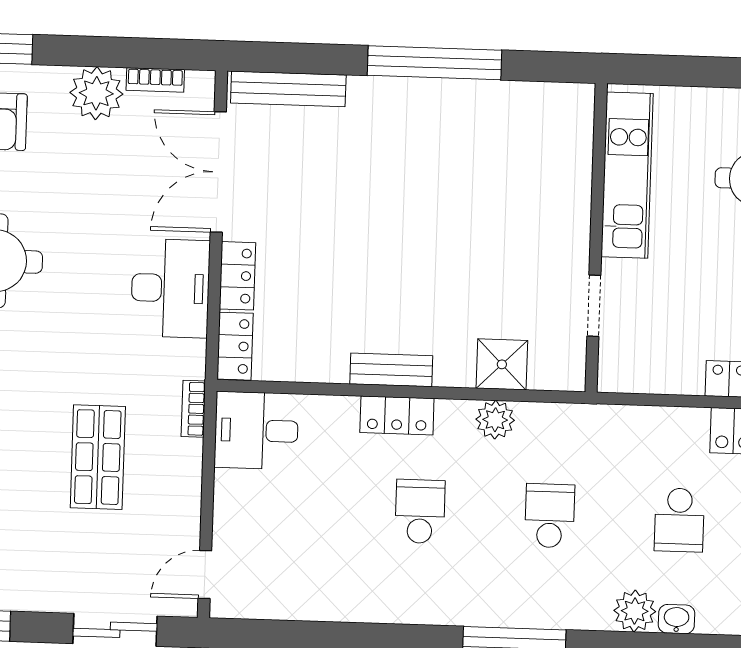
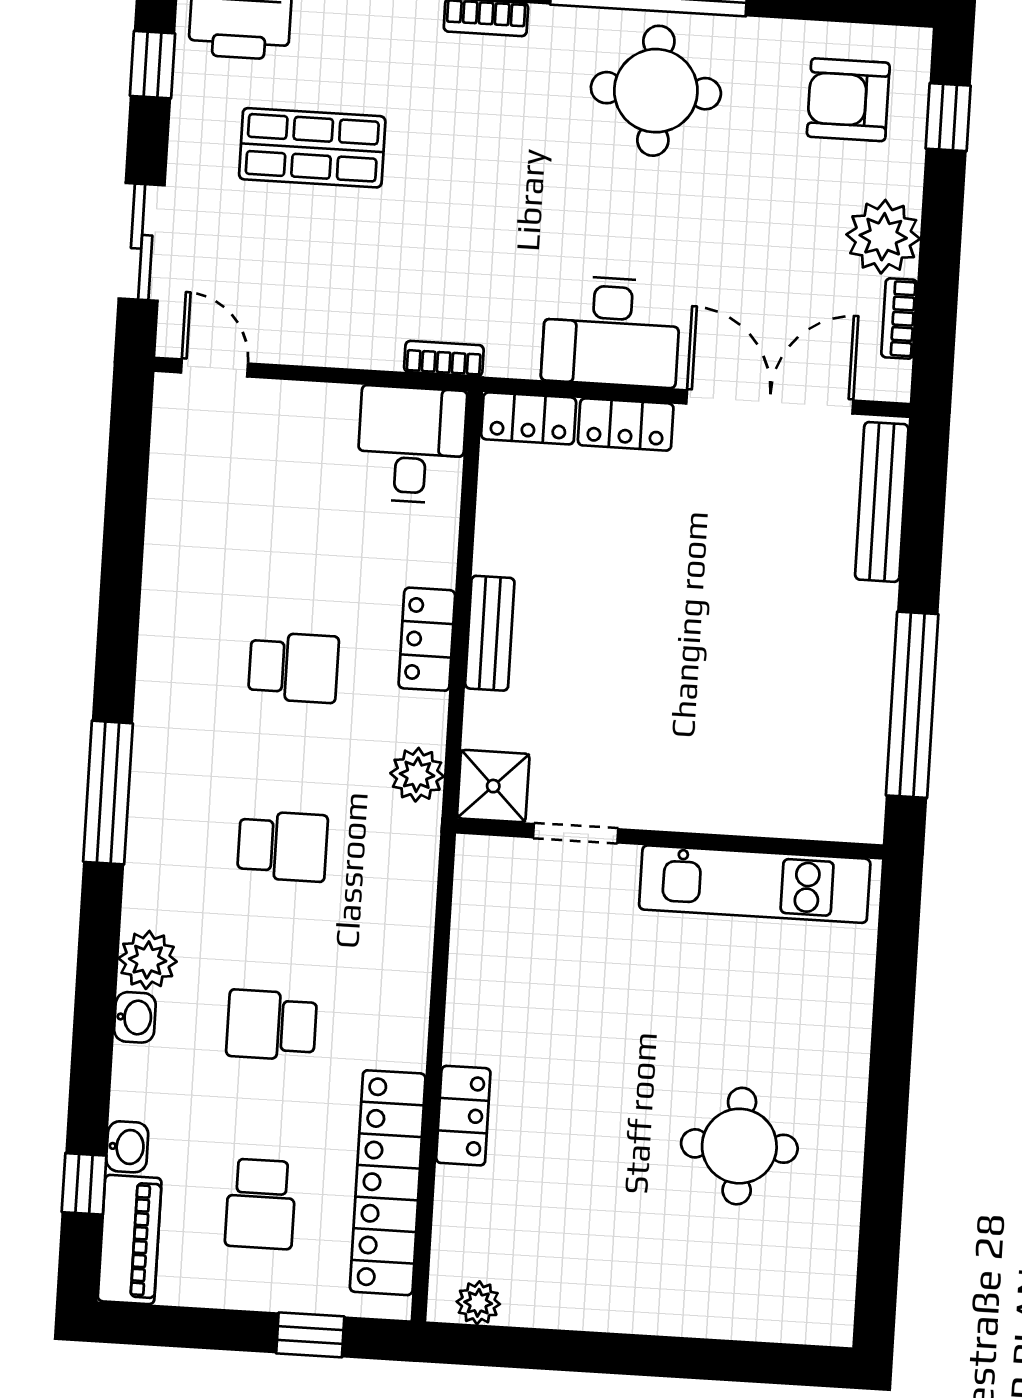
kitchen unit: (627, 175) -> (755, 884), moved
wall: (596, 238) -> (669, 839), moved
doorway: (594, 306) -> (576, 833), moved
shop shelf: (98, 457) -> (312, 148), moved

